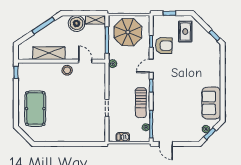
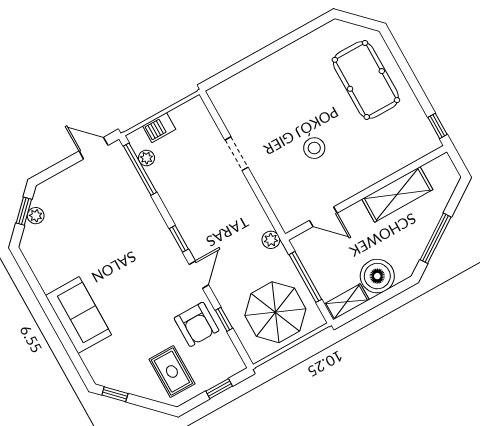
armchair: (164, 46) -> (197, 324), turned -91
stool: (67, 70) -> (314, 148), moved
sun lounger: (141, 103) -> (180, 198), removed
sofa: (211, 103) -> (79, 315), moved
barbecue: (123, 137) -> (159, 128), moved

